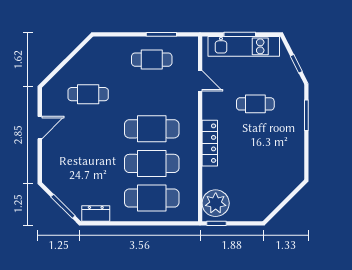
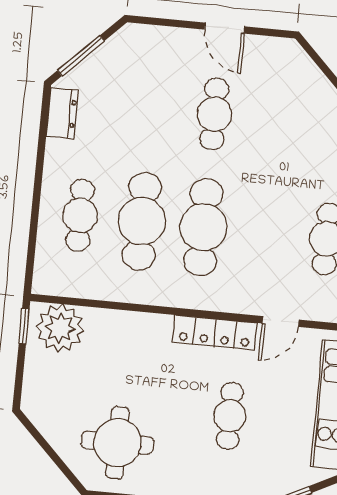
cafe table: (88, 94) -> (214, 114), moved
locker: (210, 143) -> (215, 333), moved
round table: (276, 165) -> (117, 443), added
cafe table: (152, 198) -> (80, 215), width x0.73, depth x0.74

